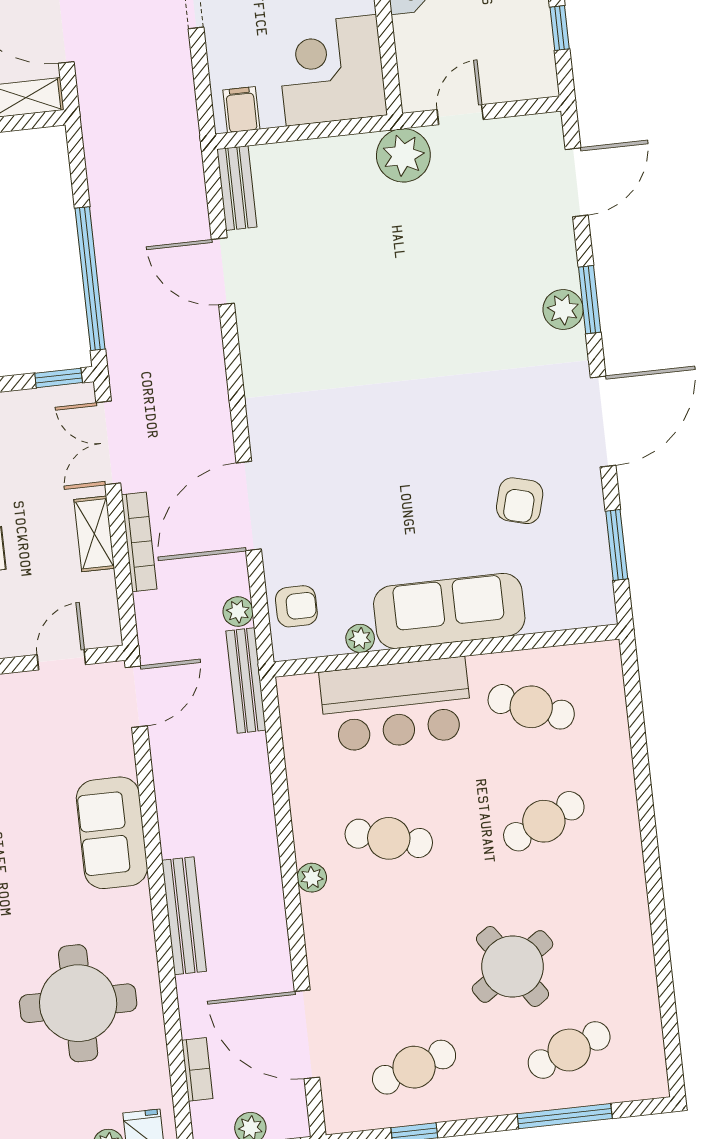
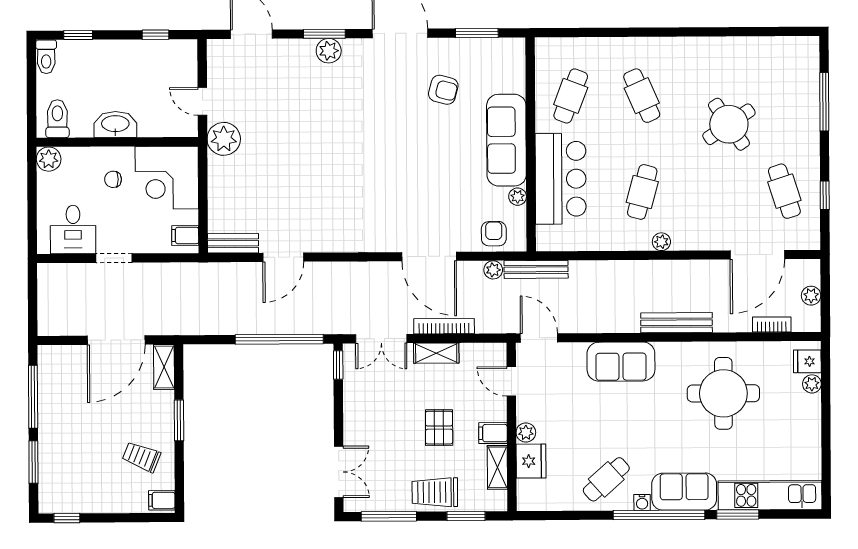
cafe table: (569, 1050) -> (784, 95), removed

